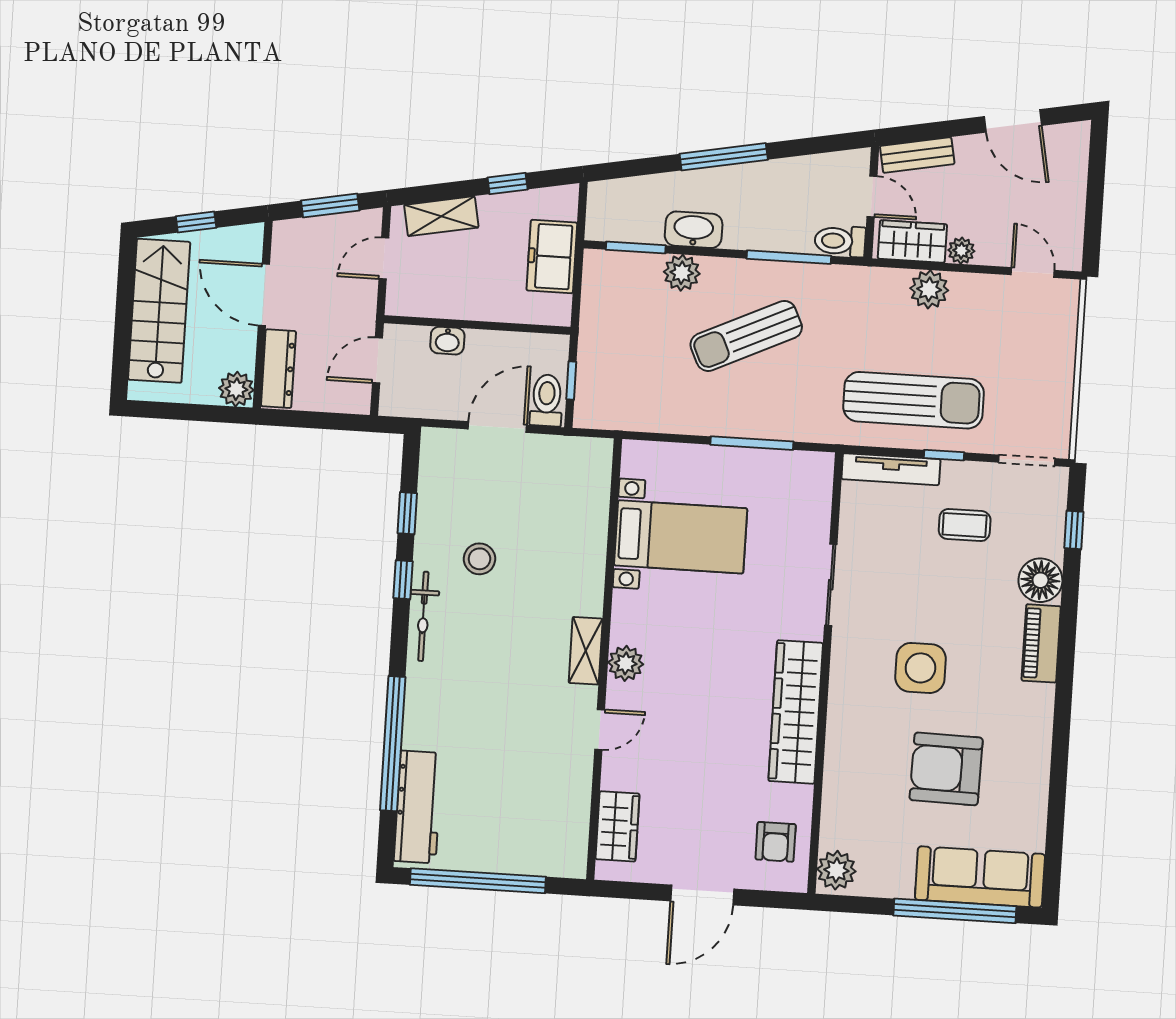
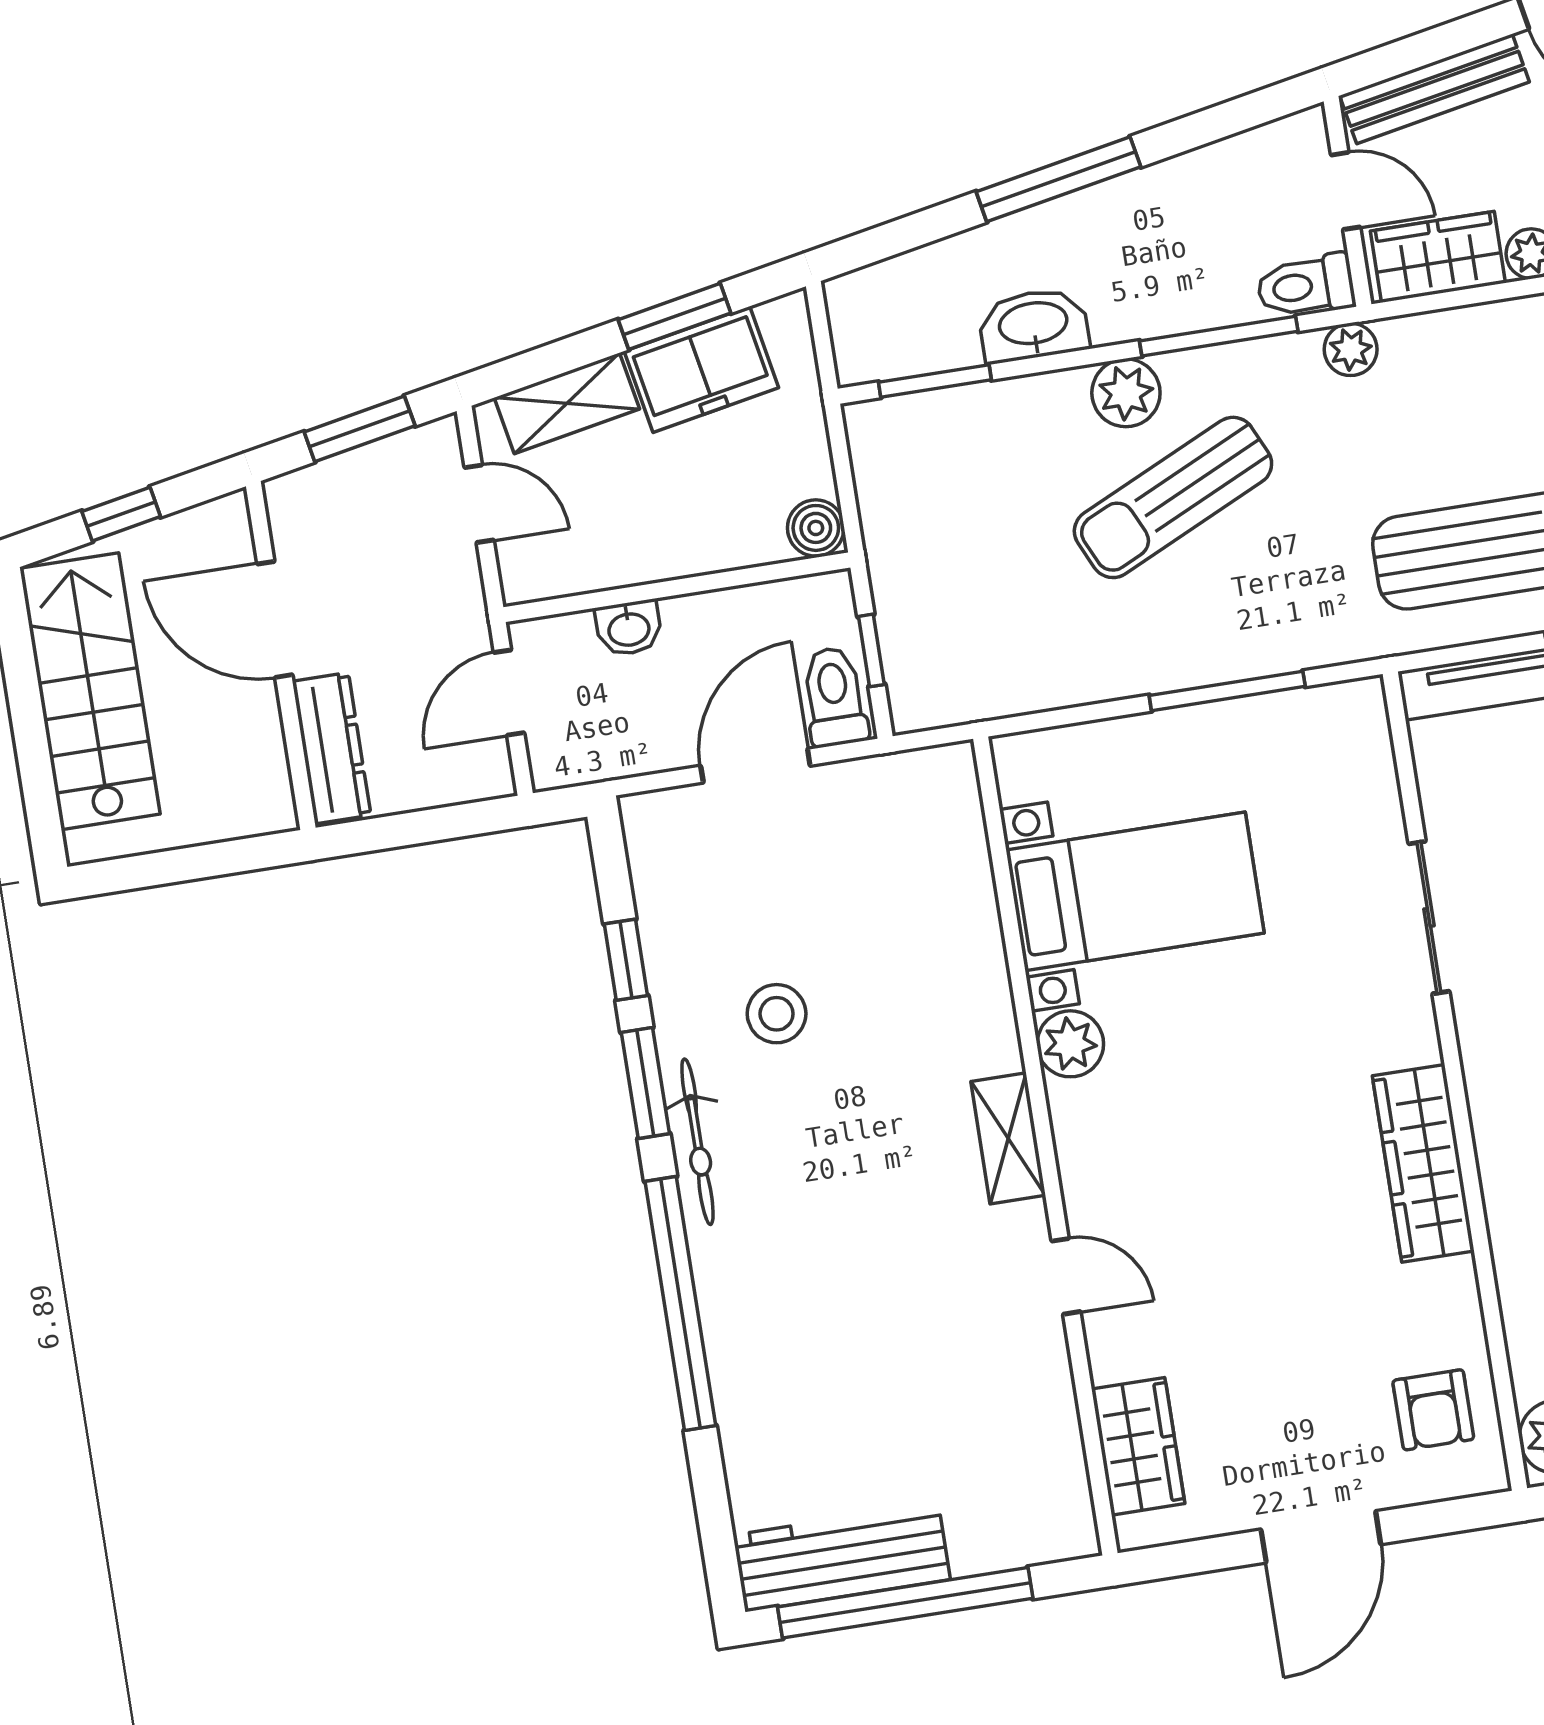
bench: (917, 155) -> (1434, 89), width x1.36
window: (508, 183) -> (675, 316), width x1.50
freezer: (552, 257) -> (701, 369), moved, turned -101
door: (384, 258) -> (479, 504), swing flipped
plant: (682, 273) -> (1126, 393), moved
plant: (929, 289) -> (1351, 349), moved, width x0.73, depth x0.73
boiler: (557, 310) -> (816, 528), added
plant: (236, 389) -> (263, 803), removed
window: (403, 580) -> (645, 1083), width x1.50
plant: (626, 663) -> (1070, 1044), moved
wardrobe: (796, 712) -> (1423, 1163), width x0.71, depth x0.85
door: (600, 729) -> (1066, 1276), hinge flipped
window: (393, 744) -> (680, 1304), moved
workbench: (418, 807) -> (842, 1557), moved, turned -90

